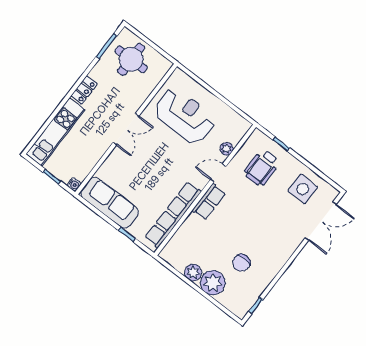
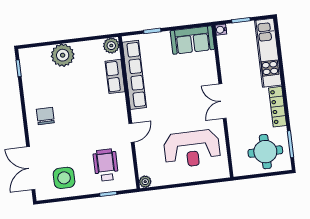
locker: (84, 90) -> (278, 107), width x1.53
plant: (227, 149) -> (145, 182), moved
row of seats: (209, 202) -> (115, 76), moved
sofa: (110, 203) -> (192, 40), width x0.73
chair: (241, 263) -> (45, 116), moved
plant: (193, 273) -> (111, 46), moved

